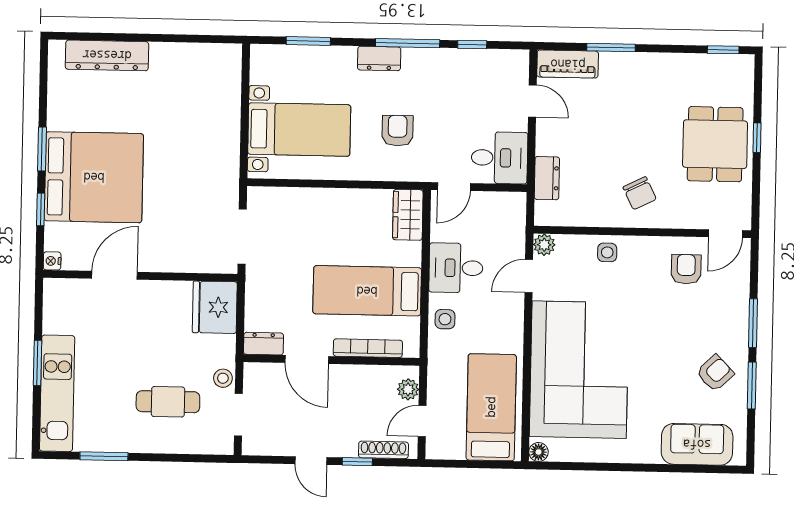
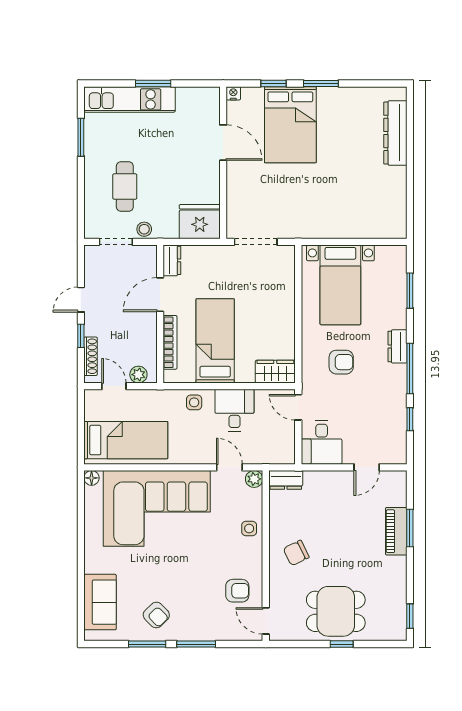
piano: (568, 64) -> (396, 531), moved
bed: (94, 177) -> (290, 125), width x0.73
dresser: (547, 178) -> (286, 480), moved

